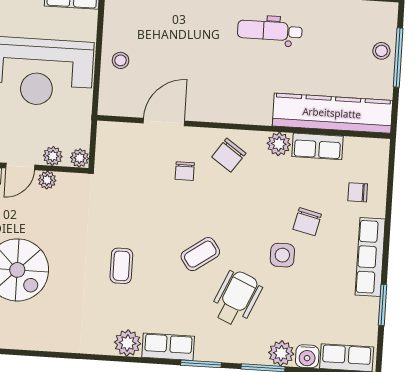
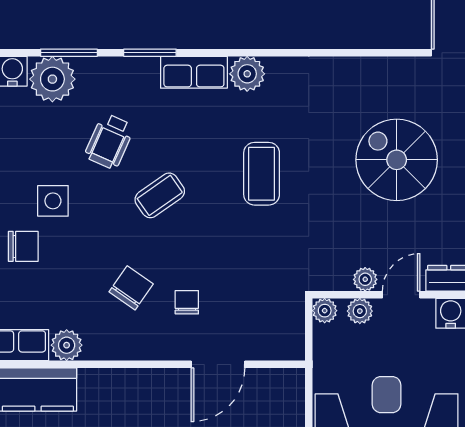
chair: (229, 155) -> (131, 288), moved
chair: (307, 222) -> (23, 246), turned 77
coffee table: (121, 266) -> (262, 174), width x1.36, depth x1.30
wheelchair: (236, 298) -> (109, 141), width x0.73, depth x0.73
plant: (281, 353) -> (52, 79), width x1.36, depth x1.36

